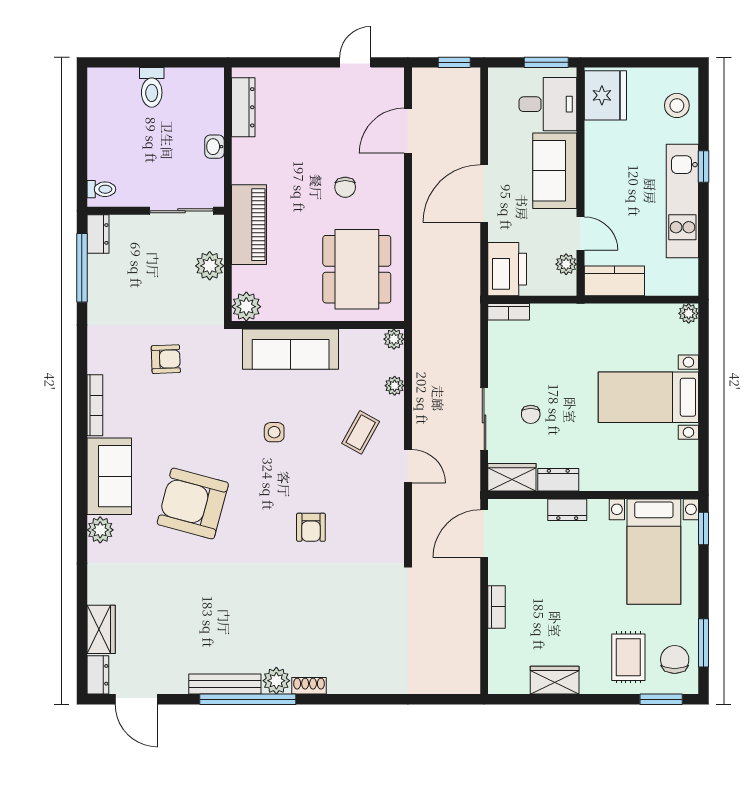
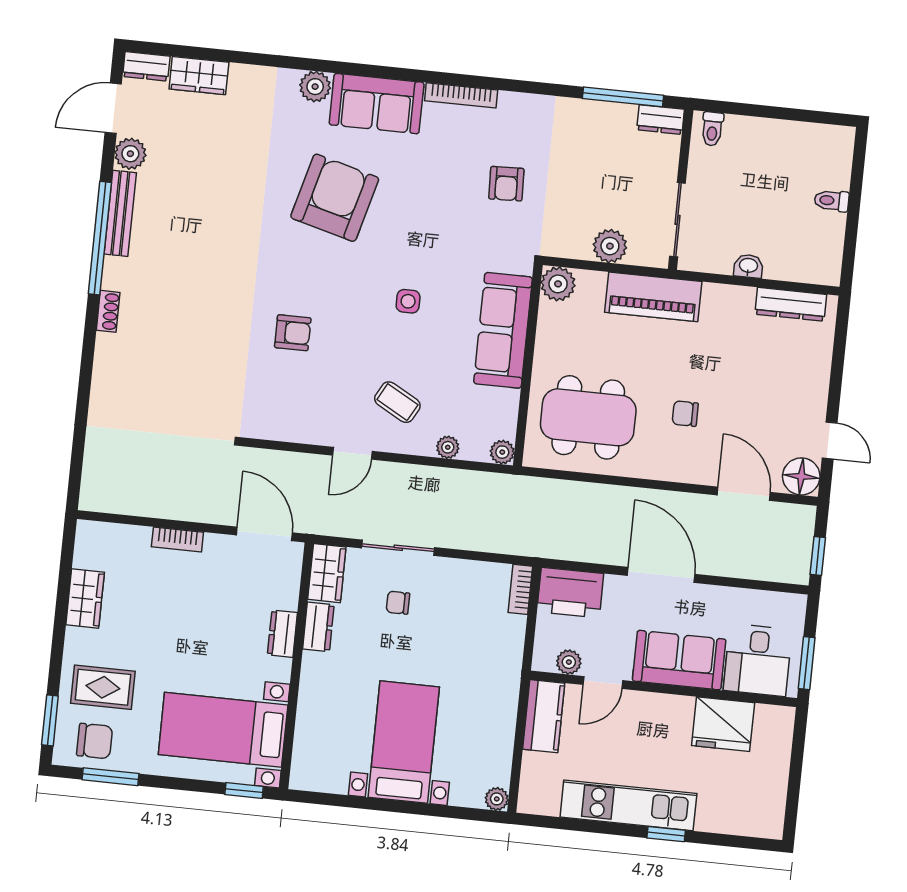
floor lamp: (388, 83) -> (801, 476), added
toilet: (152, 87) -> (832, 201), width x0.73, depth x0.72
fridge: (605, 95) -> (723, 724), moved
stool: (677, 105) -> (741, 810), removed
armchair: (311, 527) -> (293, 333), turned 180
plant: (276, 681) -> (130, 154), moved

